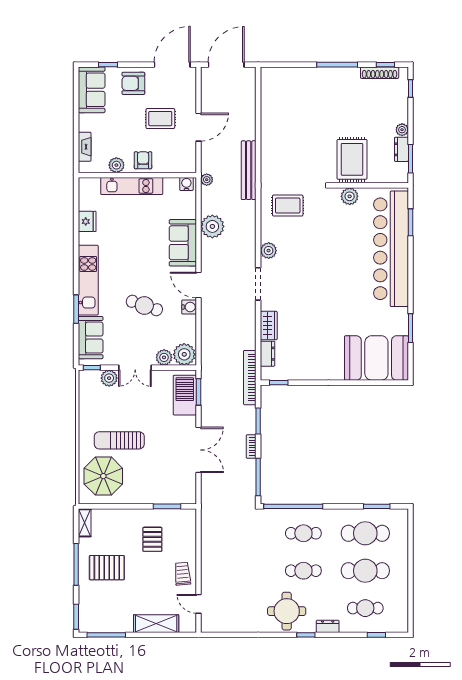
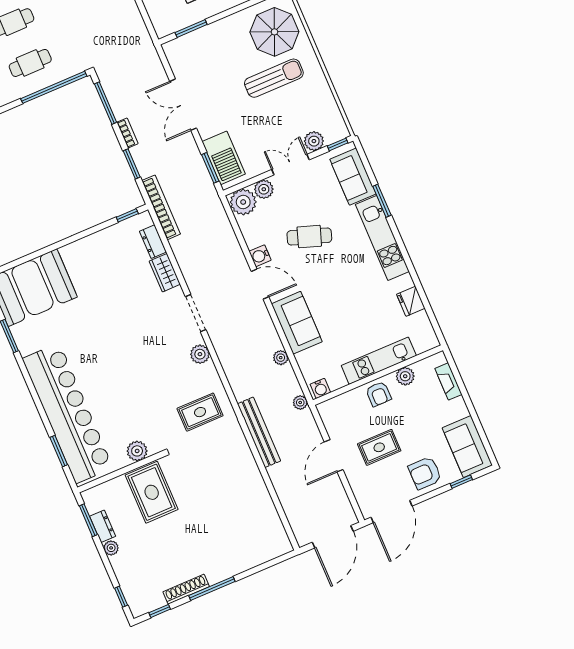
shoe rack: (380, 73) -> (186, 589), moved
armchair: (133, 83) -> (425, 473), turned 180
plant: (212, 226) -> (281, 358), width x0.53, depth x0.53

